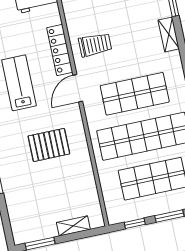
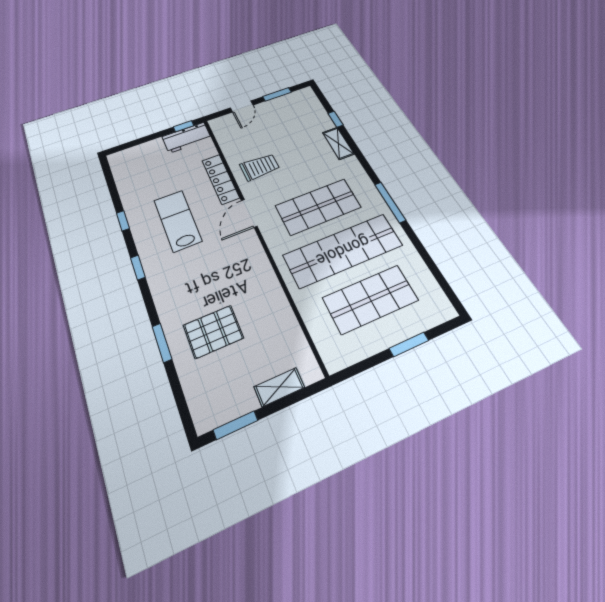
pallet: (49, 145) -> (213, 332), moved
window: (135, 223) -> (365, 365), removed

